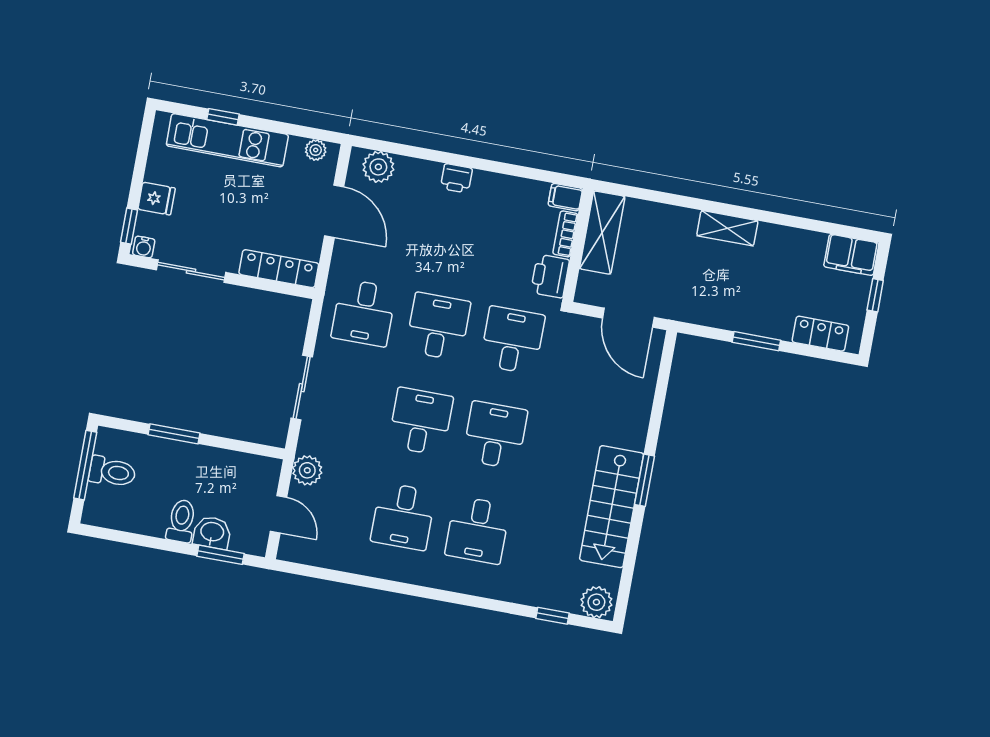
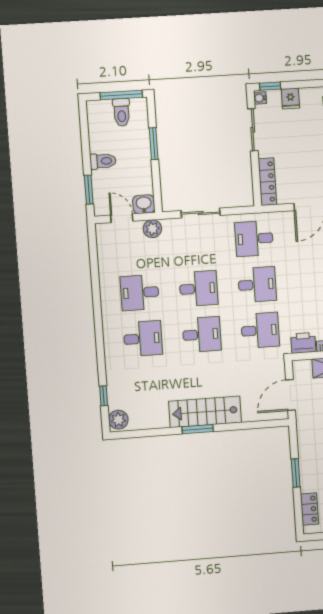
stairs: (612, 507) -> (205, 412), moved
door: (278, 514) -> (122, 218), swing flipped
desk: (477, 530) -> (143, 339), turned 180
washbasin: (212, 533) -> (144, 204), moved, turned -90

